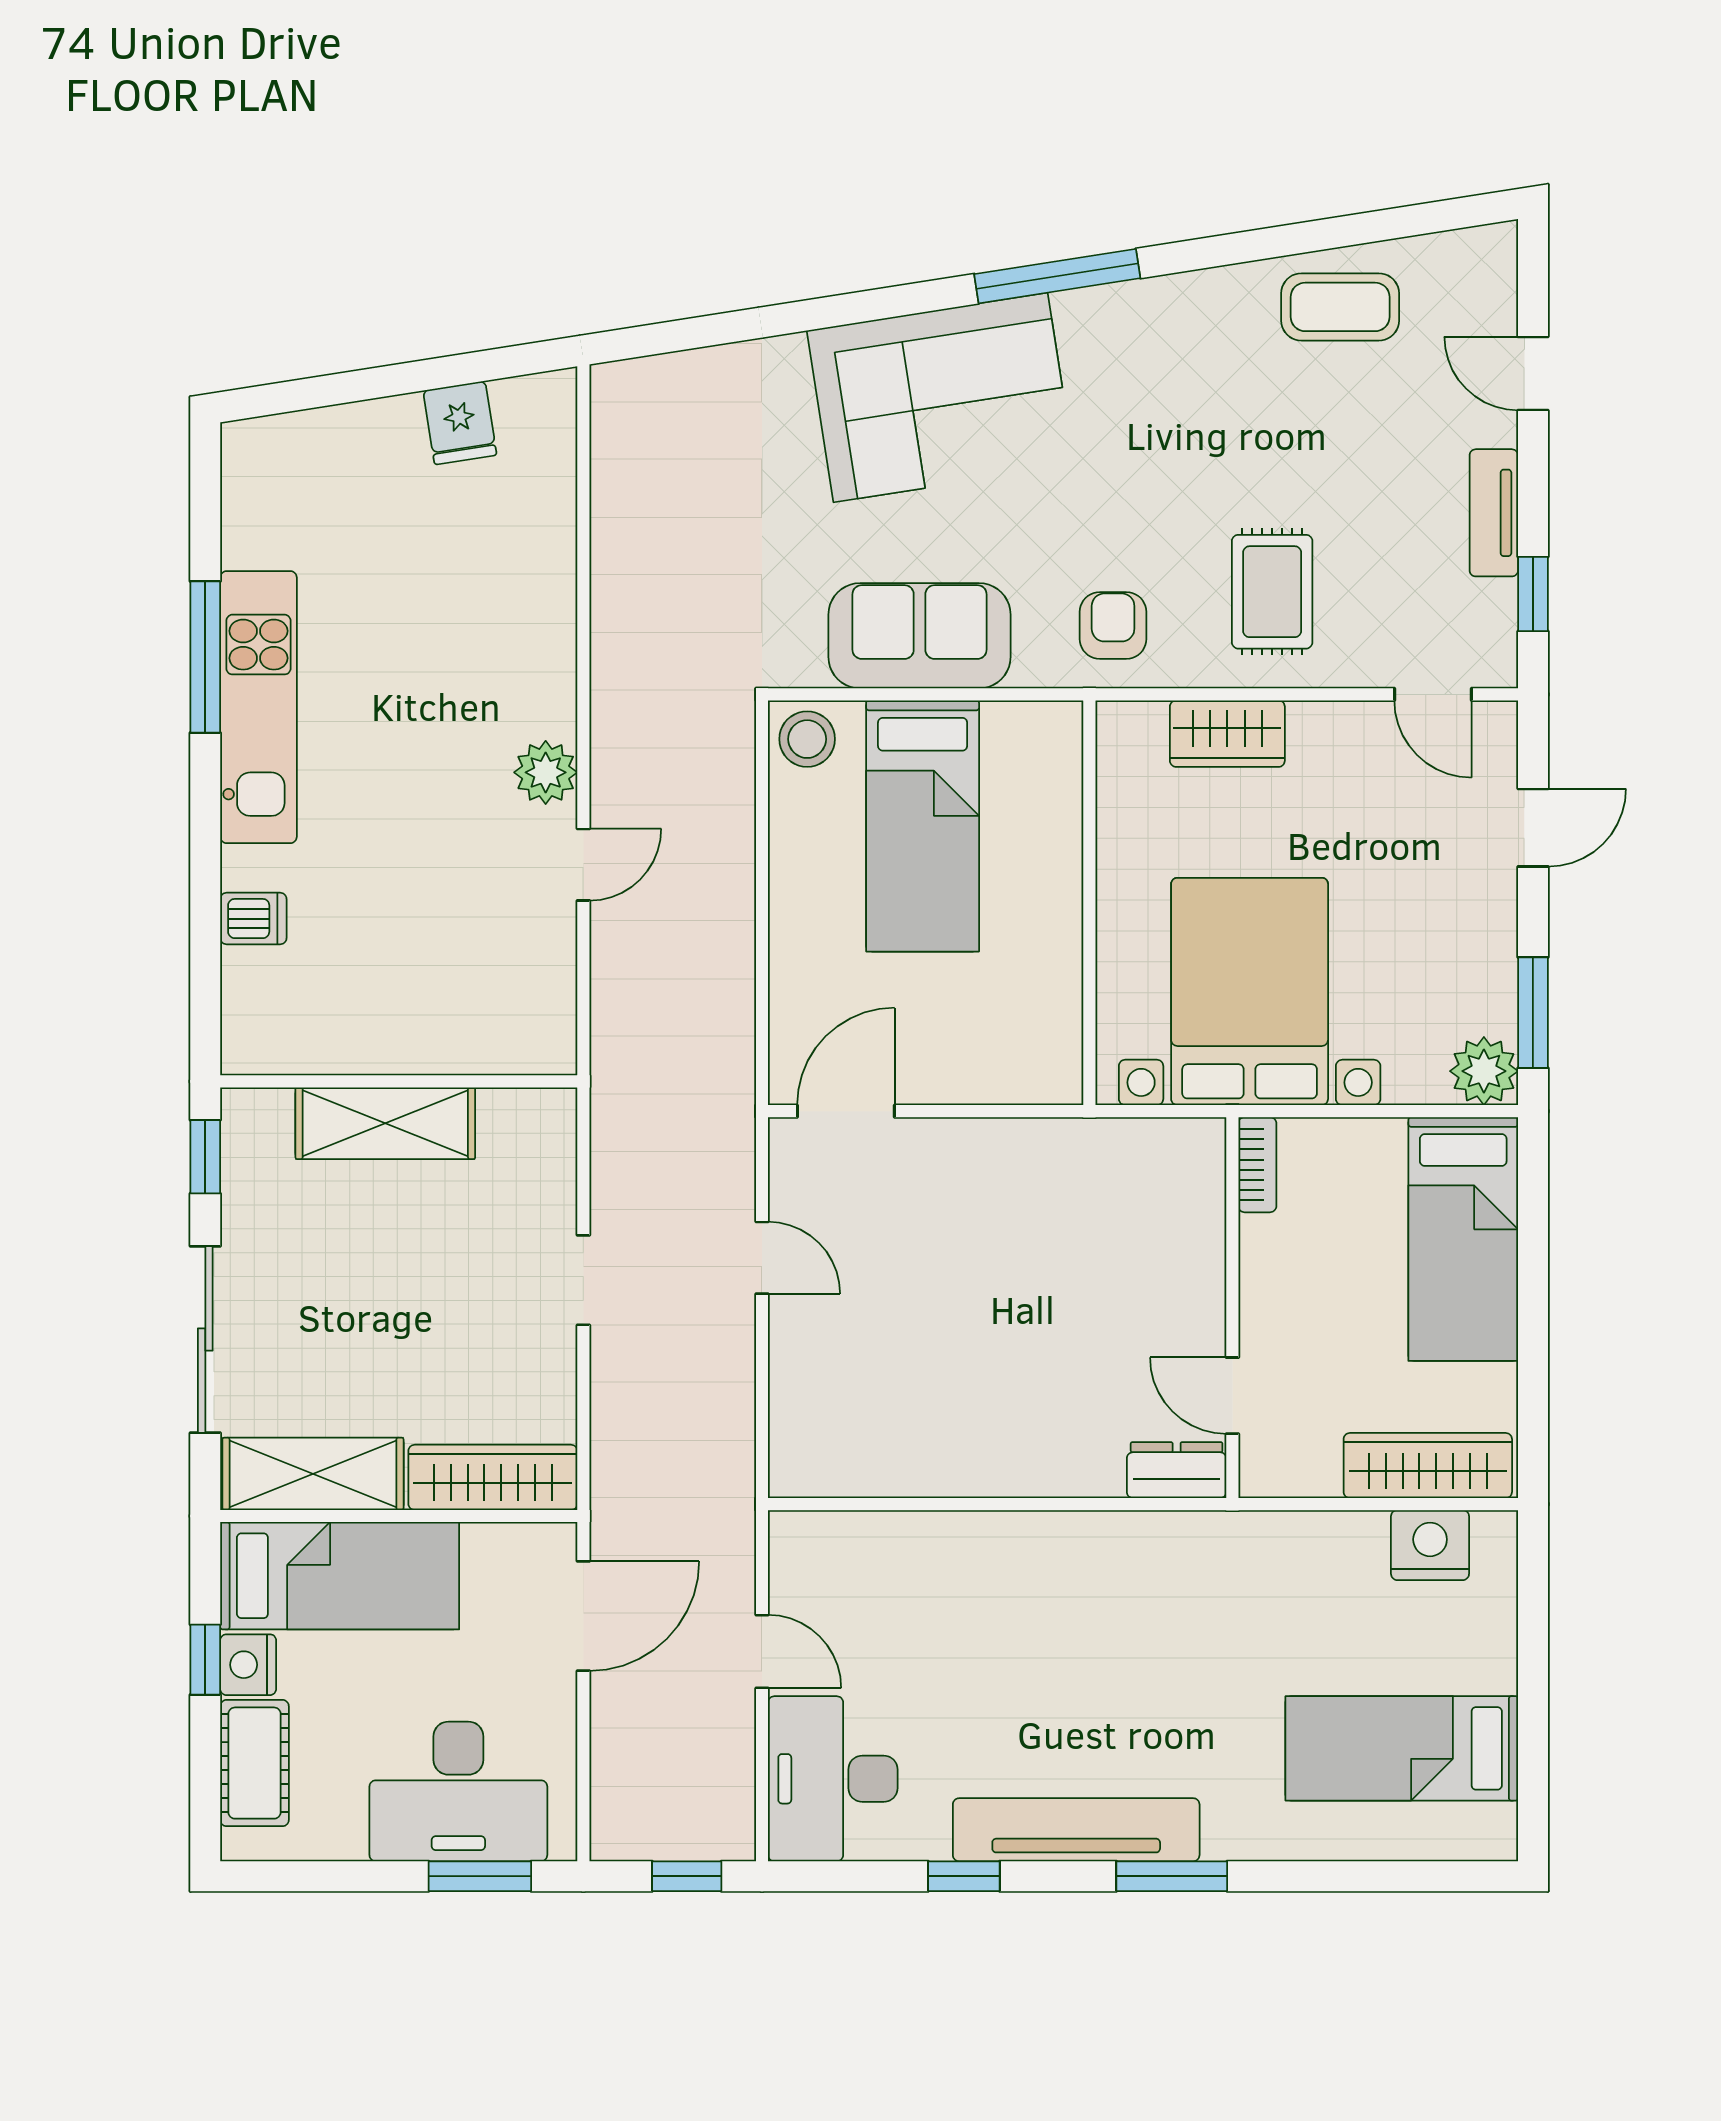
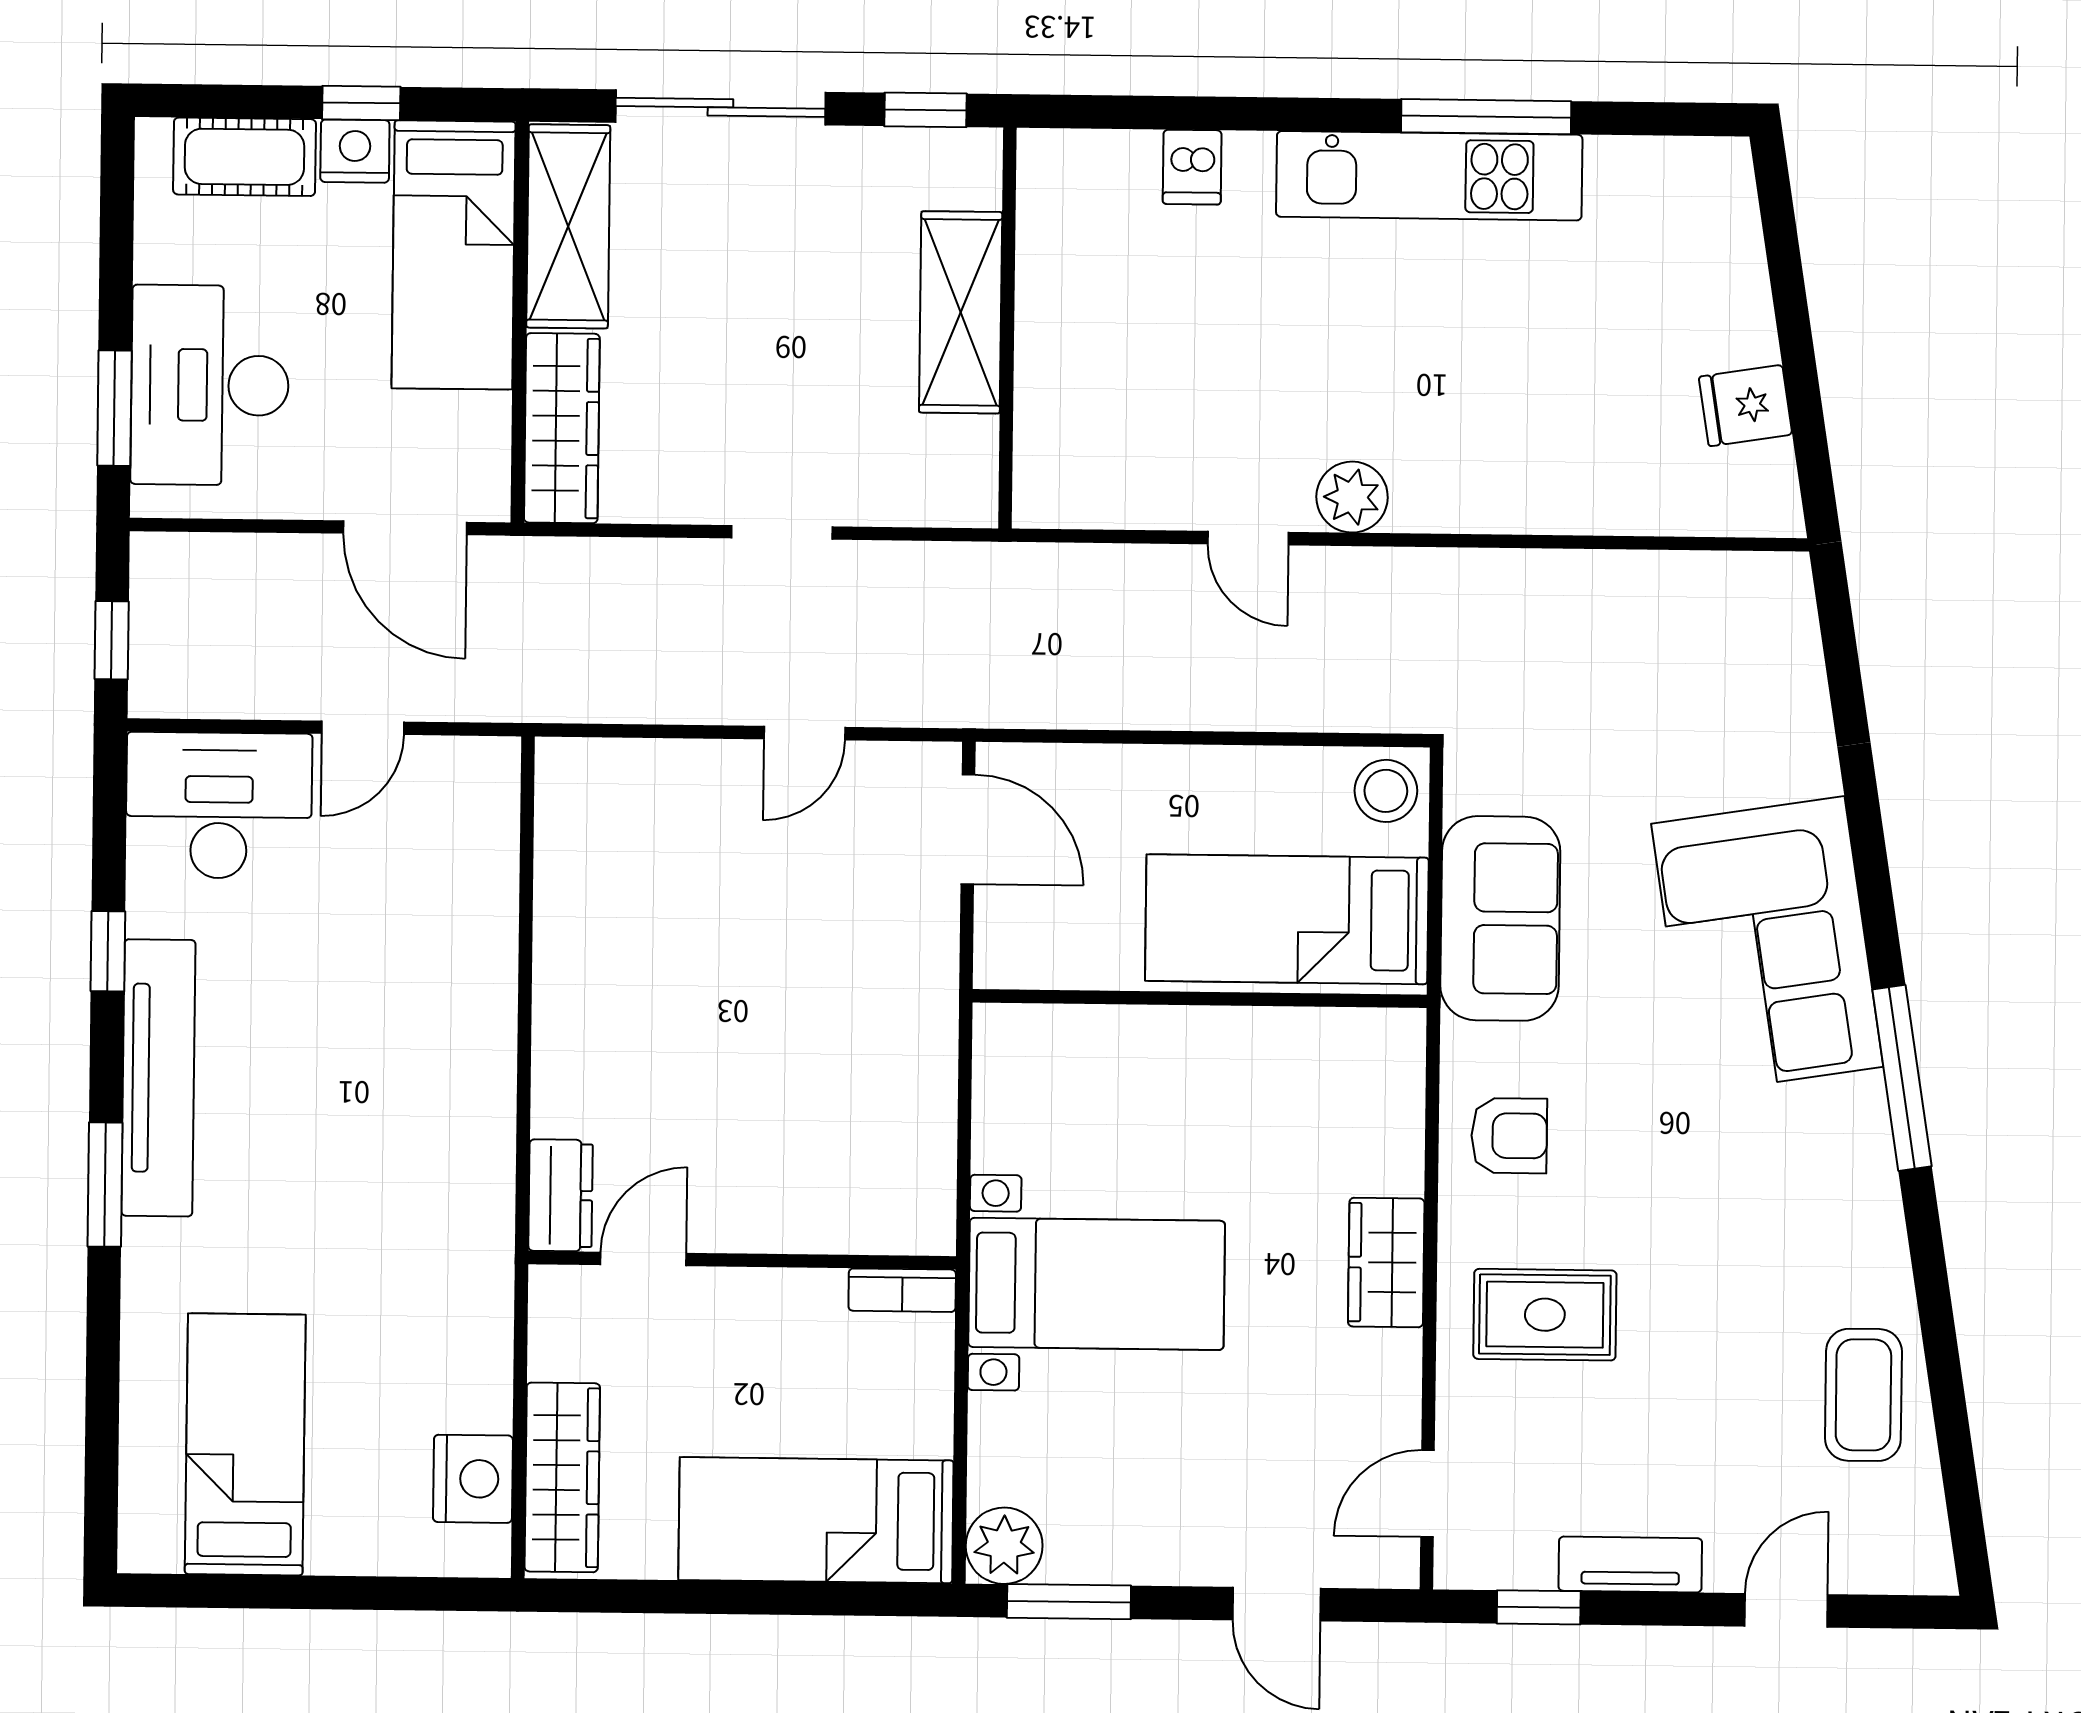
wall: (1089, 903) -> (1200, 999), moved
bed with nightstands: (1250, 991) -> (1097, 1284), width x0.73

